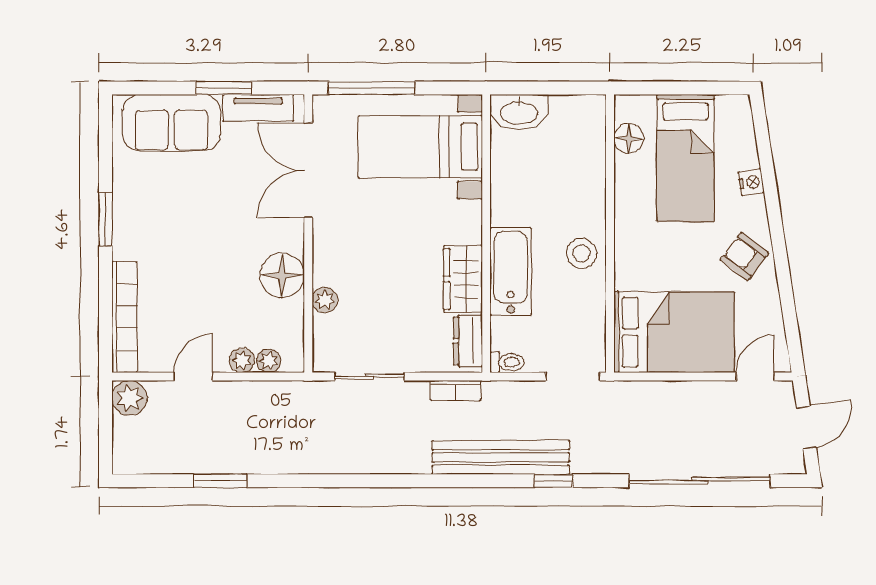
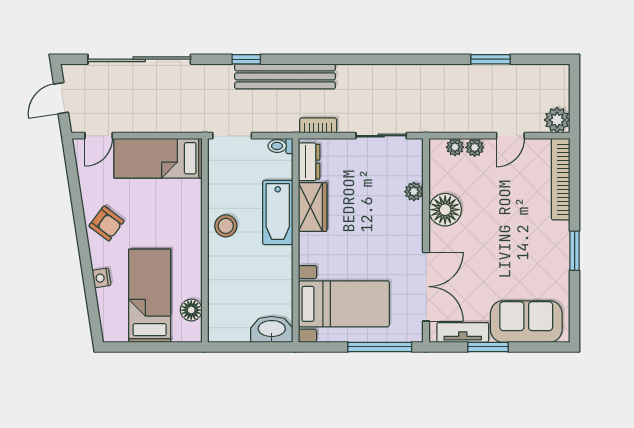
bed: (674, 332) -> (158, 158), width x0.67

